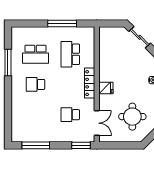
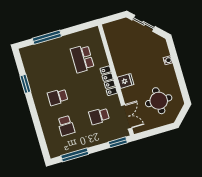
window: (62, 23) -> (47, 37), moved
school desk: (36, 54) -> (66, 126), moved, width x0.54
window: (8, 62) -> (25, 84), width x0.69

